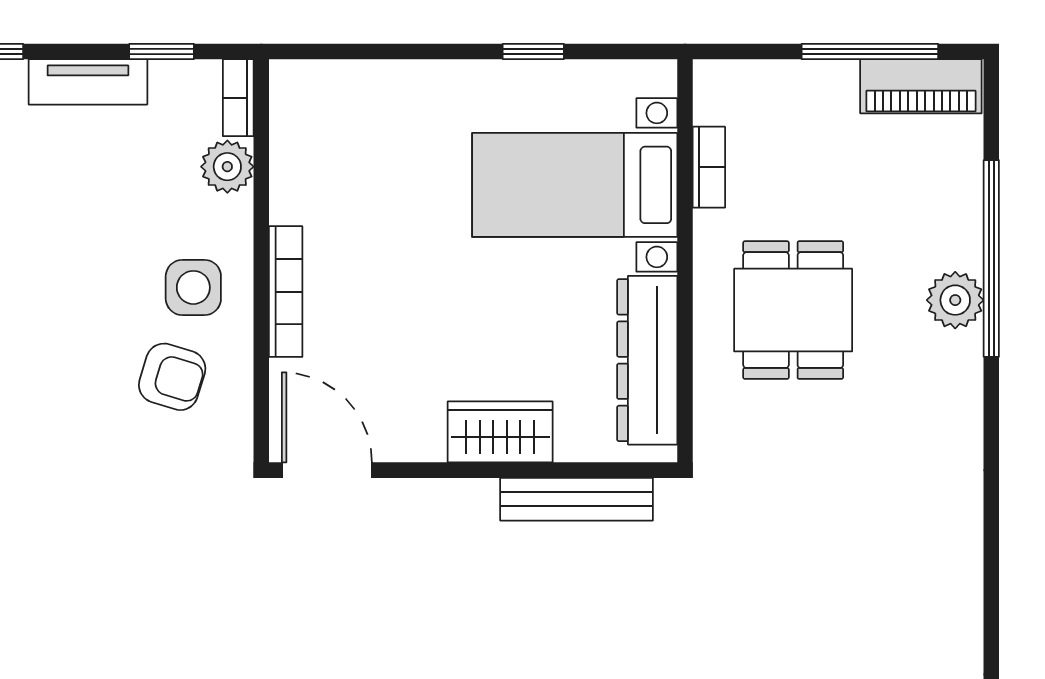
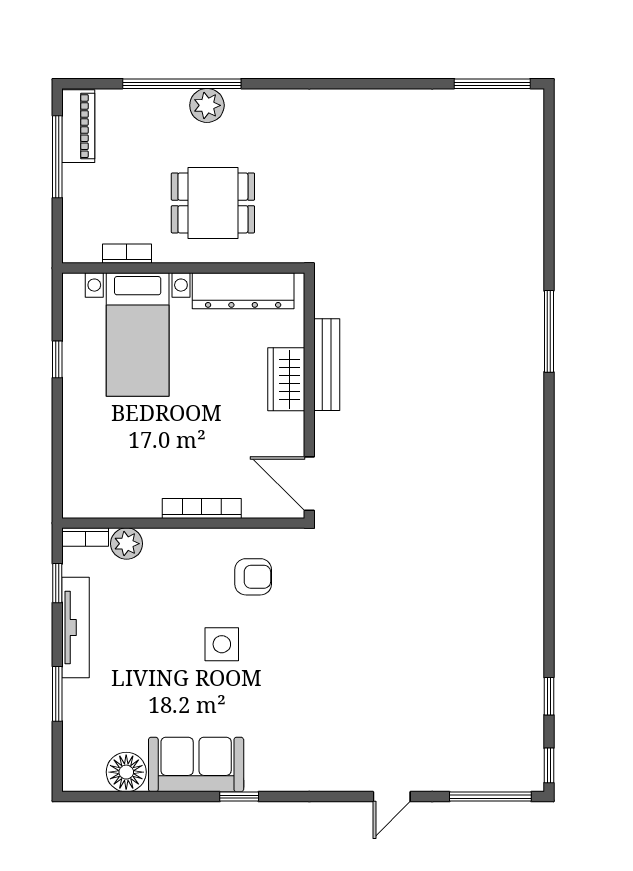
tv unit: (88, 82) -> (76, 627), width x1.41
side table: (193, 287) -> (222, 644), moved
armchair: (172, 377) -> (253, 577), turned 73
door: (327, 470) -> (309, 484), hinge flipped
bench: (577, 499) -> (327, 365), moved

